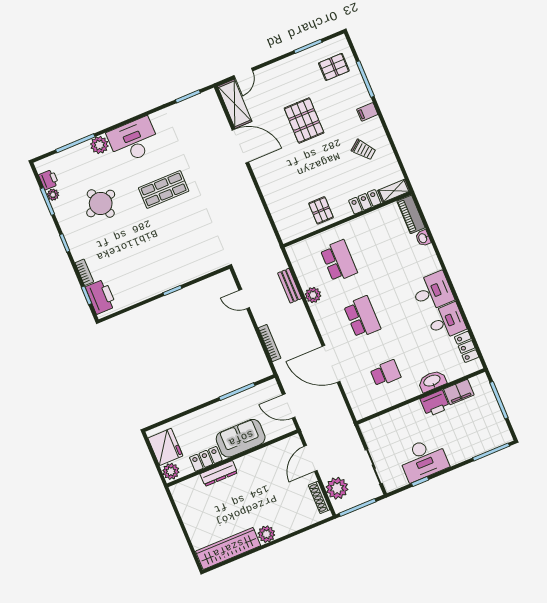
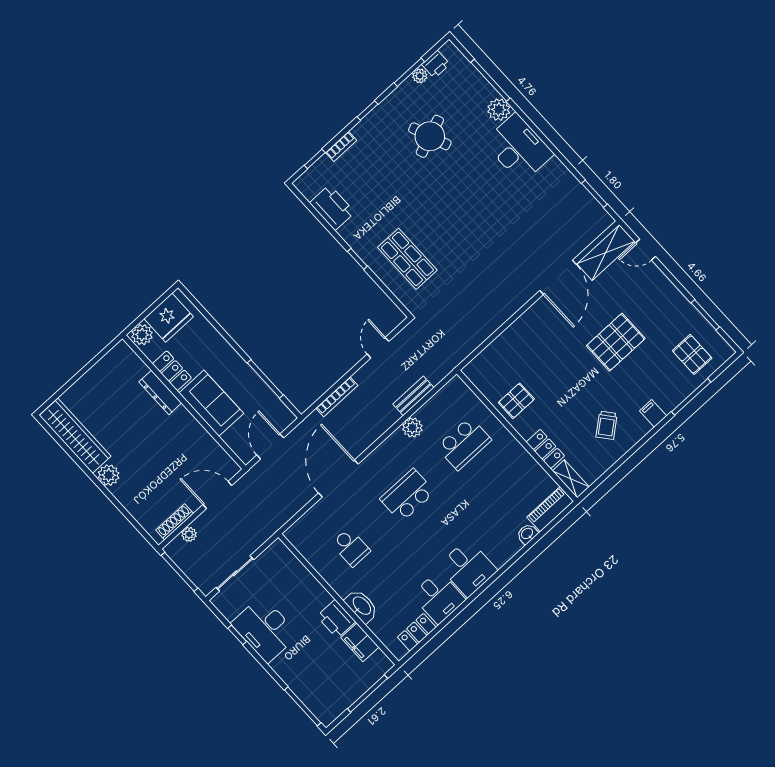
shop shelf: (164, 189) -> (407, 259), moved
printer: (101, 297) -> (332, 208), moved, turned -90
school desk: (362, 317) -> (407, 495), turned 180
plant: (337, 488) -> (189, 534), width x0.53, depth x0.53

